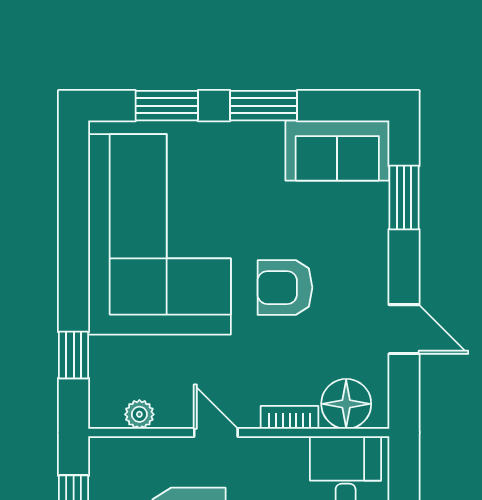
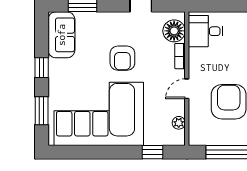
window: (263, 106) -> (42, 68), width x0.67

